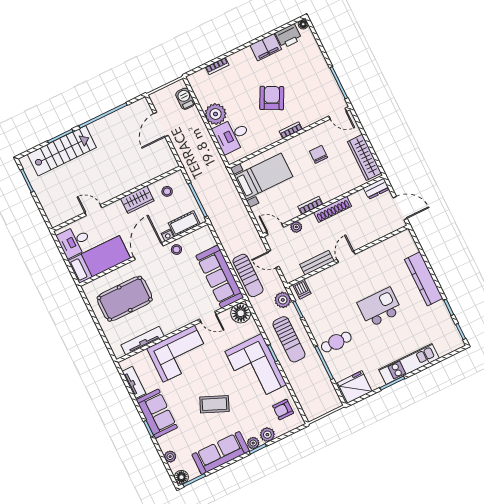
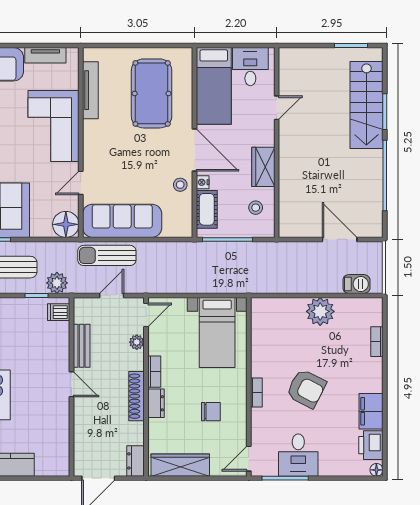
desk: (232, 135) -> (298, 455), moved, turned 180
dresser: (331, 194) -> (156, 403), added

